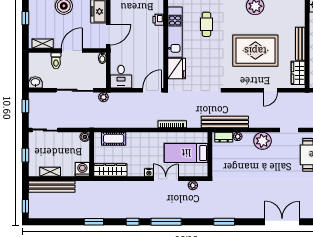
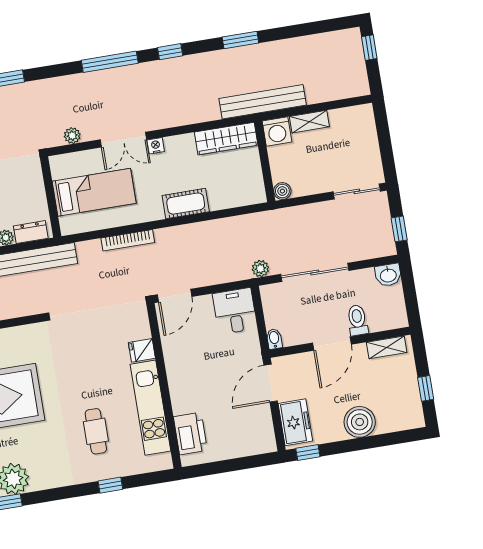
printer: (158, 20) -> (190, 434), width x1.87, depth x1.48
fridge: (177, 69) -> (142, 350), width x0.53, depth x0.75
cot: (114, 139) -> (186, 204), moved
window: (25, 155) -> (385, 140), removed
shelving: (50, 172) -> (309, 122), moved
bench: (52, 187) -> (263, 102), moved

